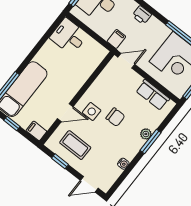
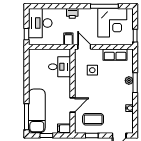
desk: (69, 36) -> (60, 67), moved, turned 180
door: (126, 61) -> (84, 47), hinge flipped
side table: (92, 111) -> (92, 70), moved
chair: (115, 117) -> (104, 85), removed

